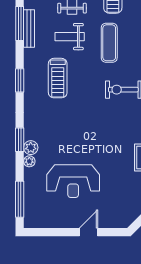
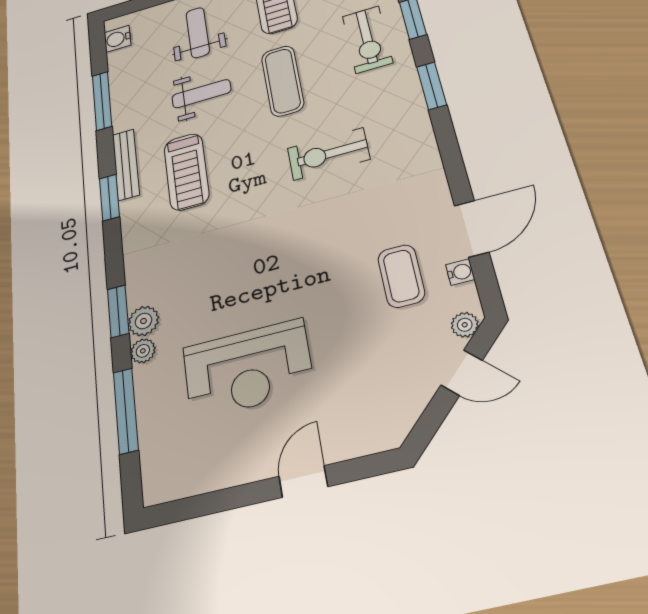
bench: (29, 28) -> (126, 165), moved
weight bench: (70, 37) -> (201, 94), turned 180
window: (20, 199) -> (126, 411), moved

